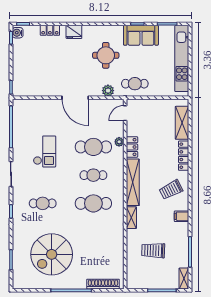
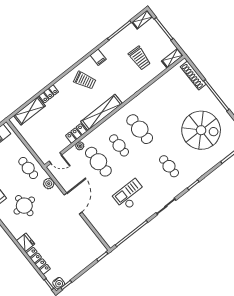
locker: (50, 30) -> (38, 261), width x1.53
locker: (184, 156) -> (49, 94), width x0.66
shelving: (131, 218) -> (172, 58), moved

